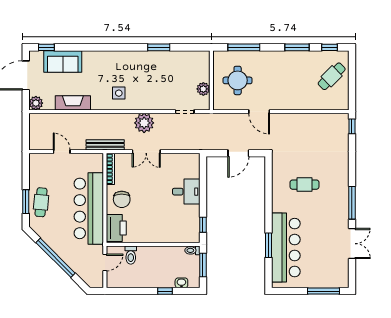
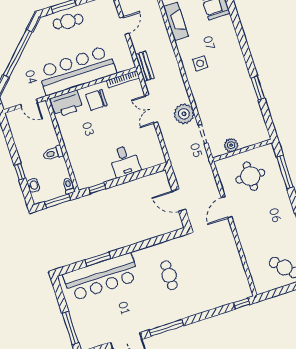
plant: (144, 123) -> (184, 114), moved
bench: (105, 145) -> (145, 66), width x0.73
toilet: (131, 255) -> (53, 153), moved

